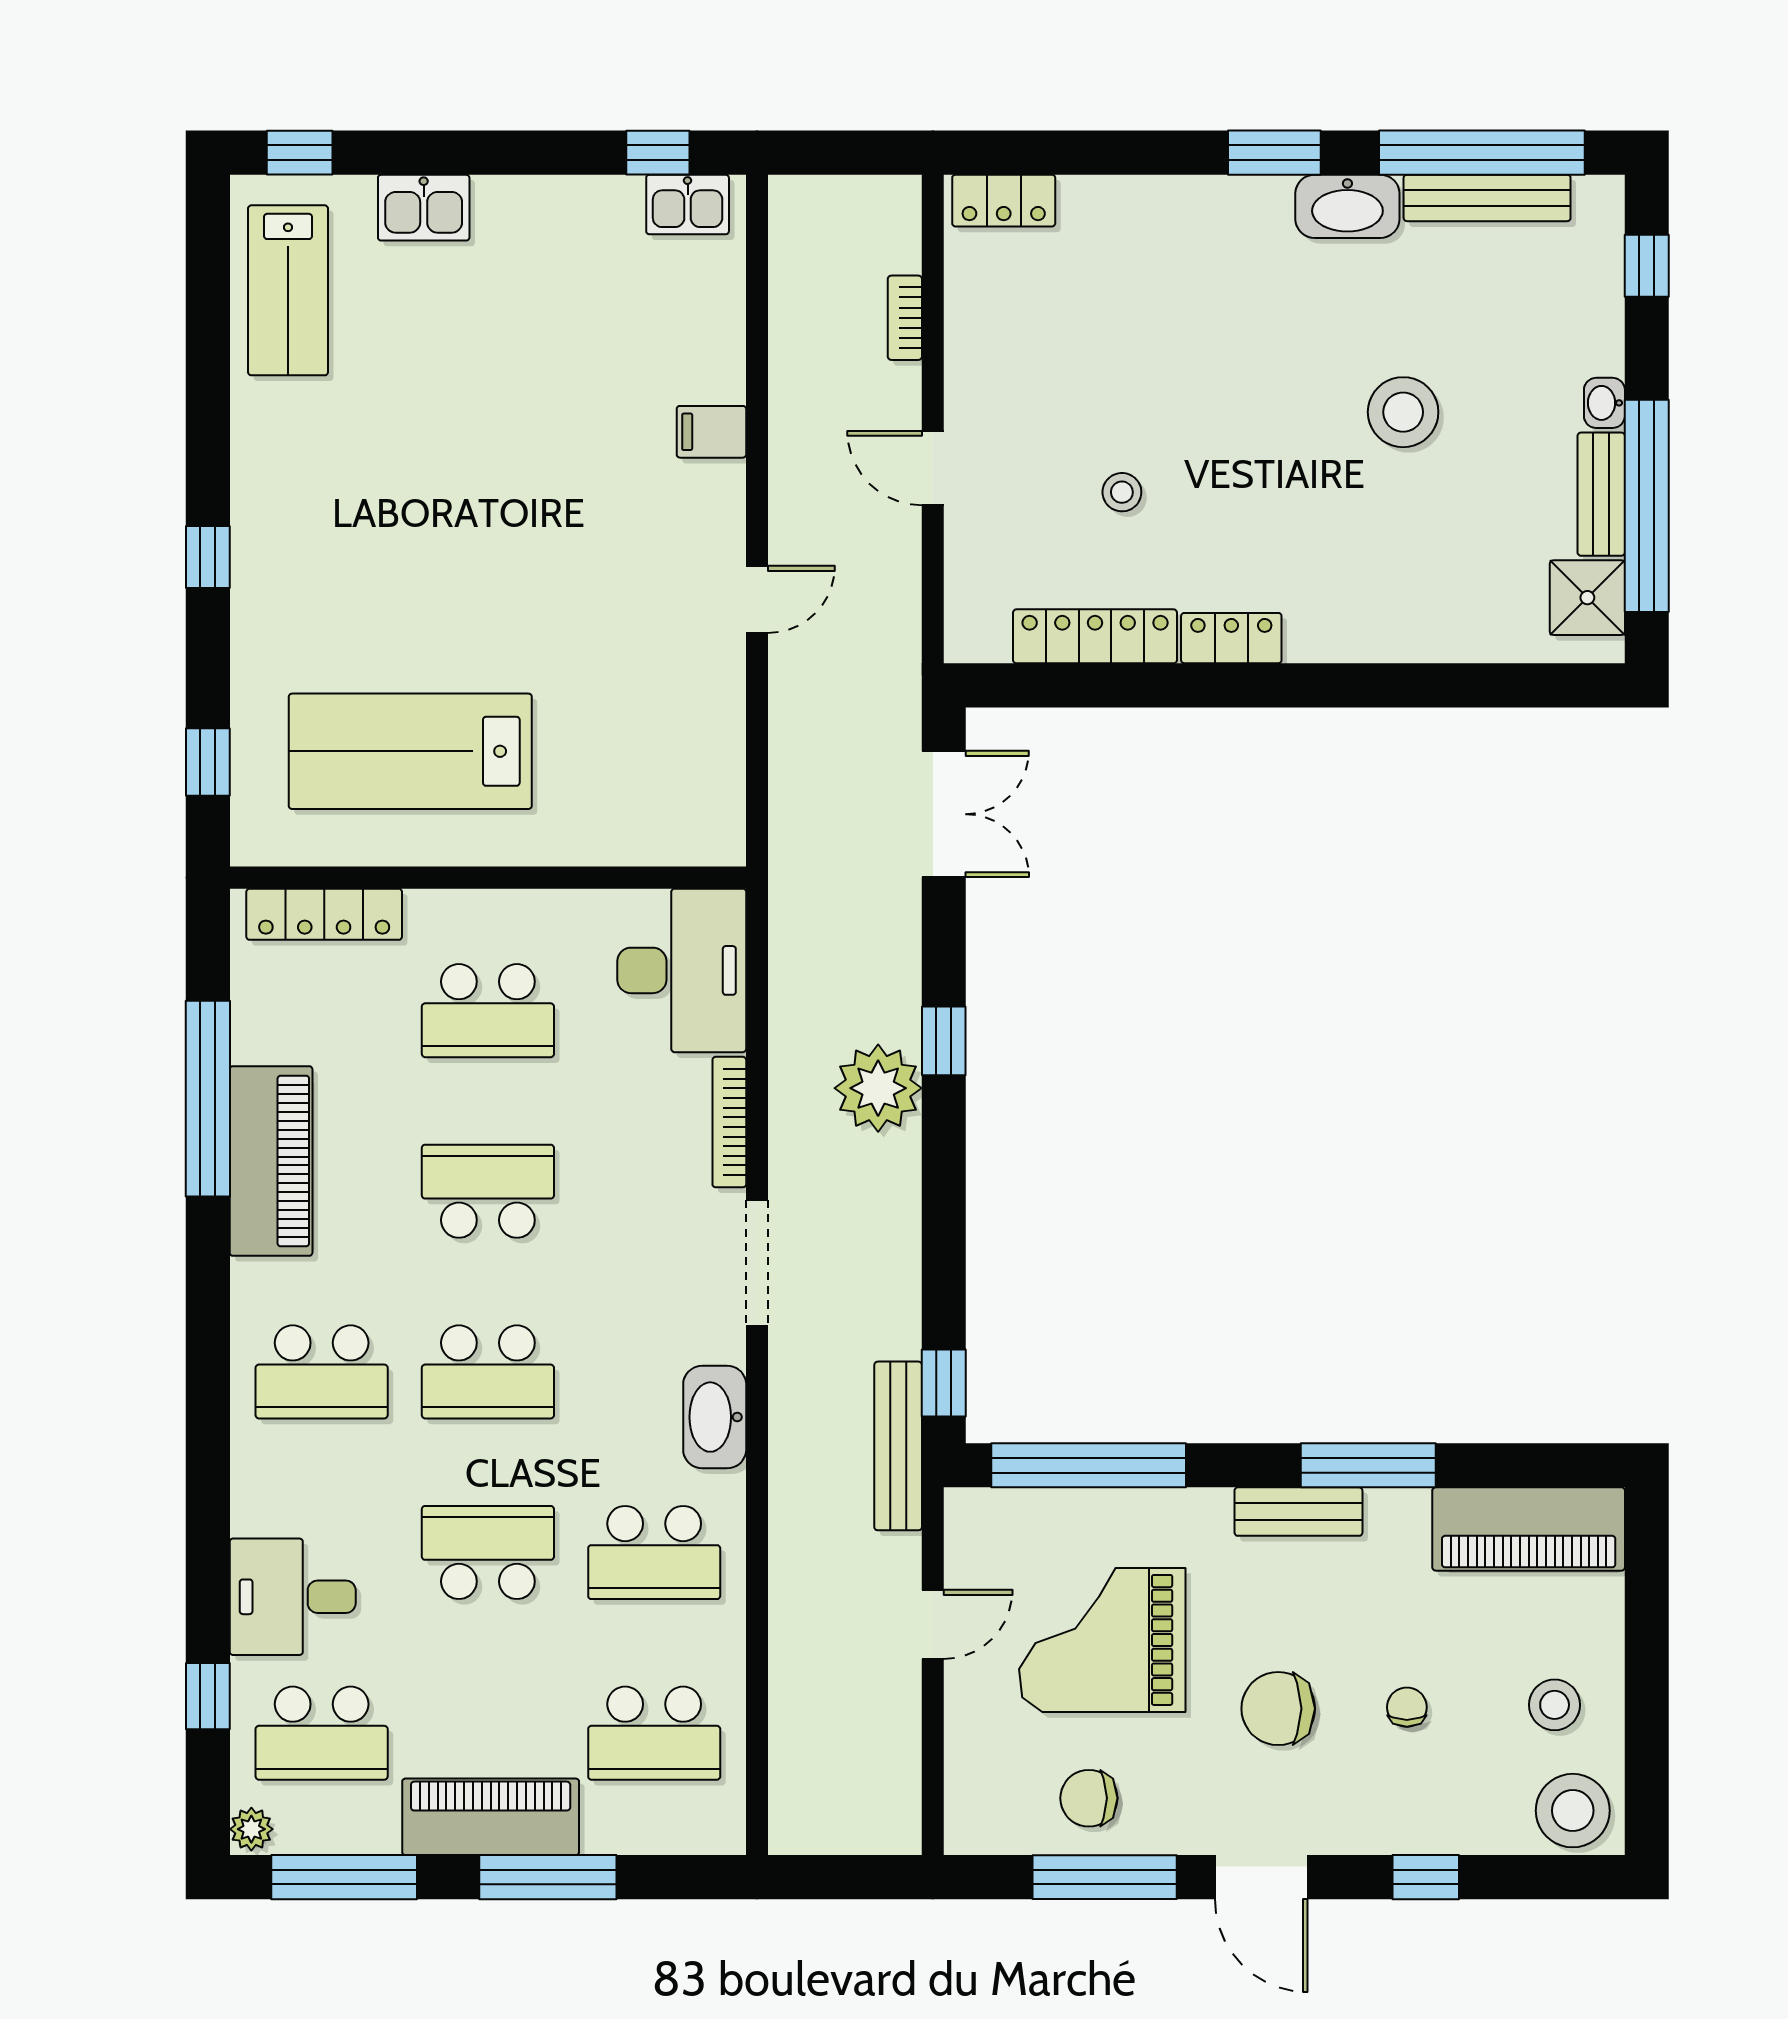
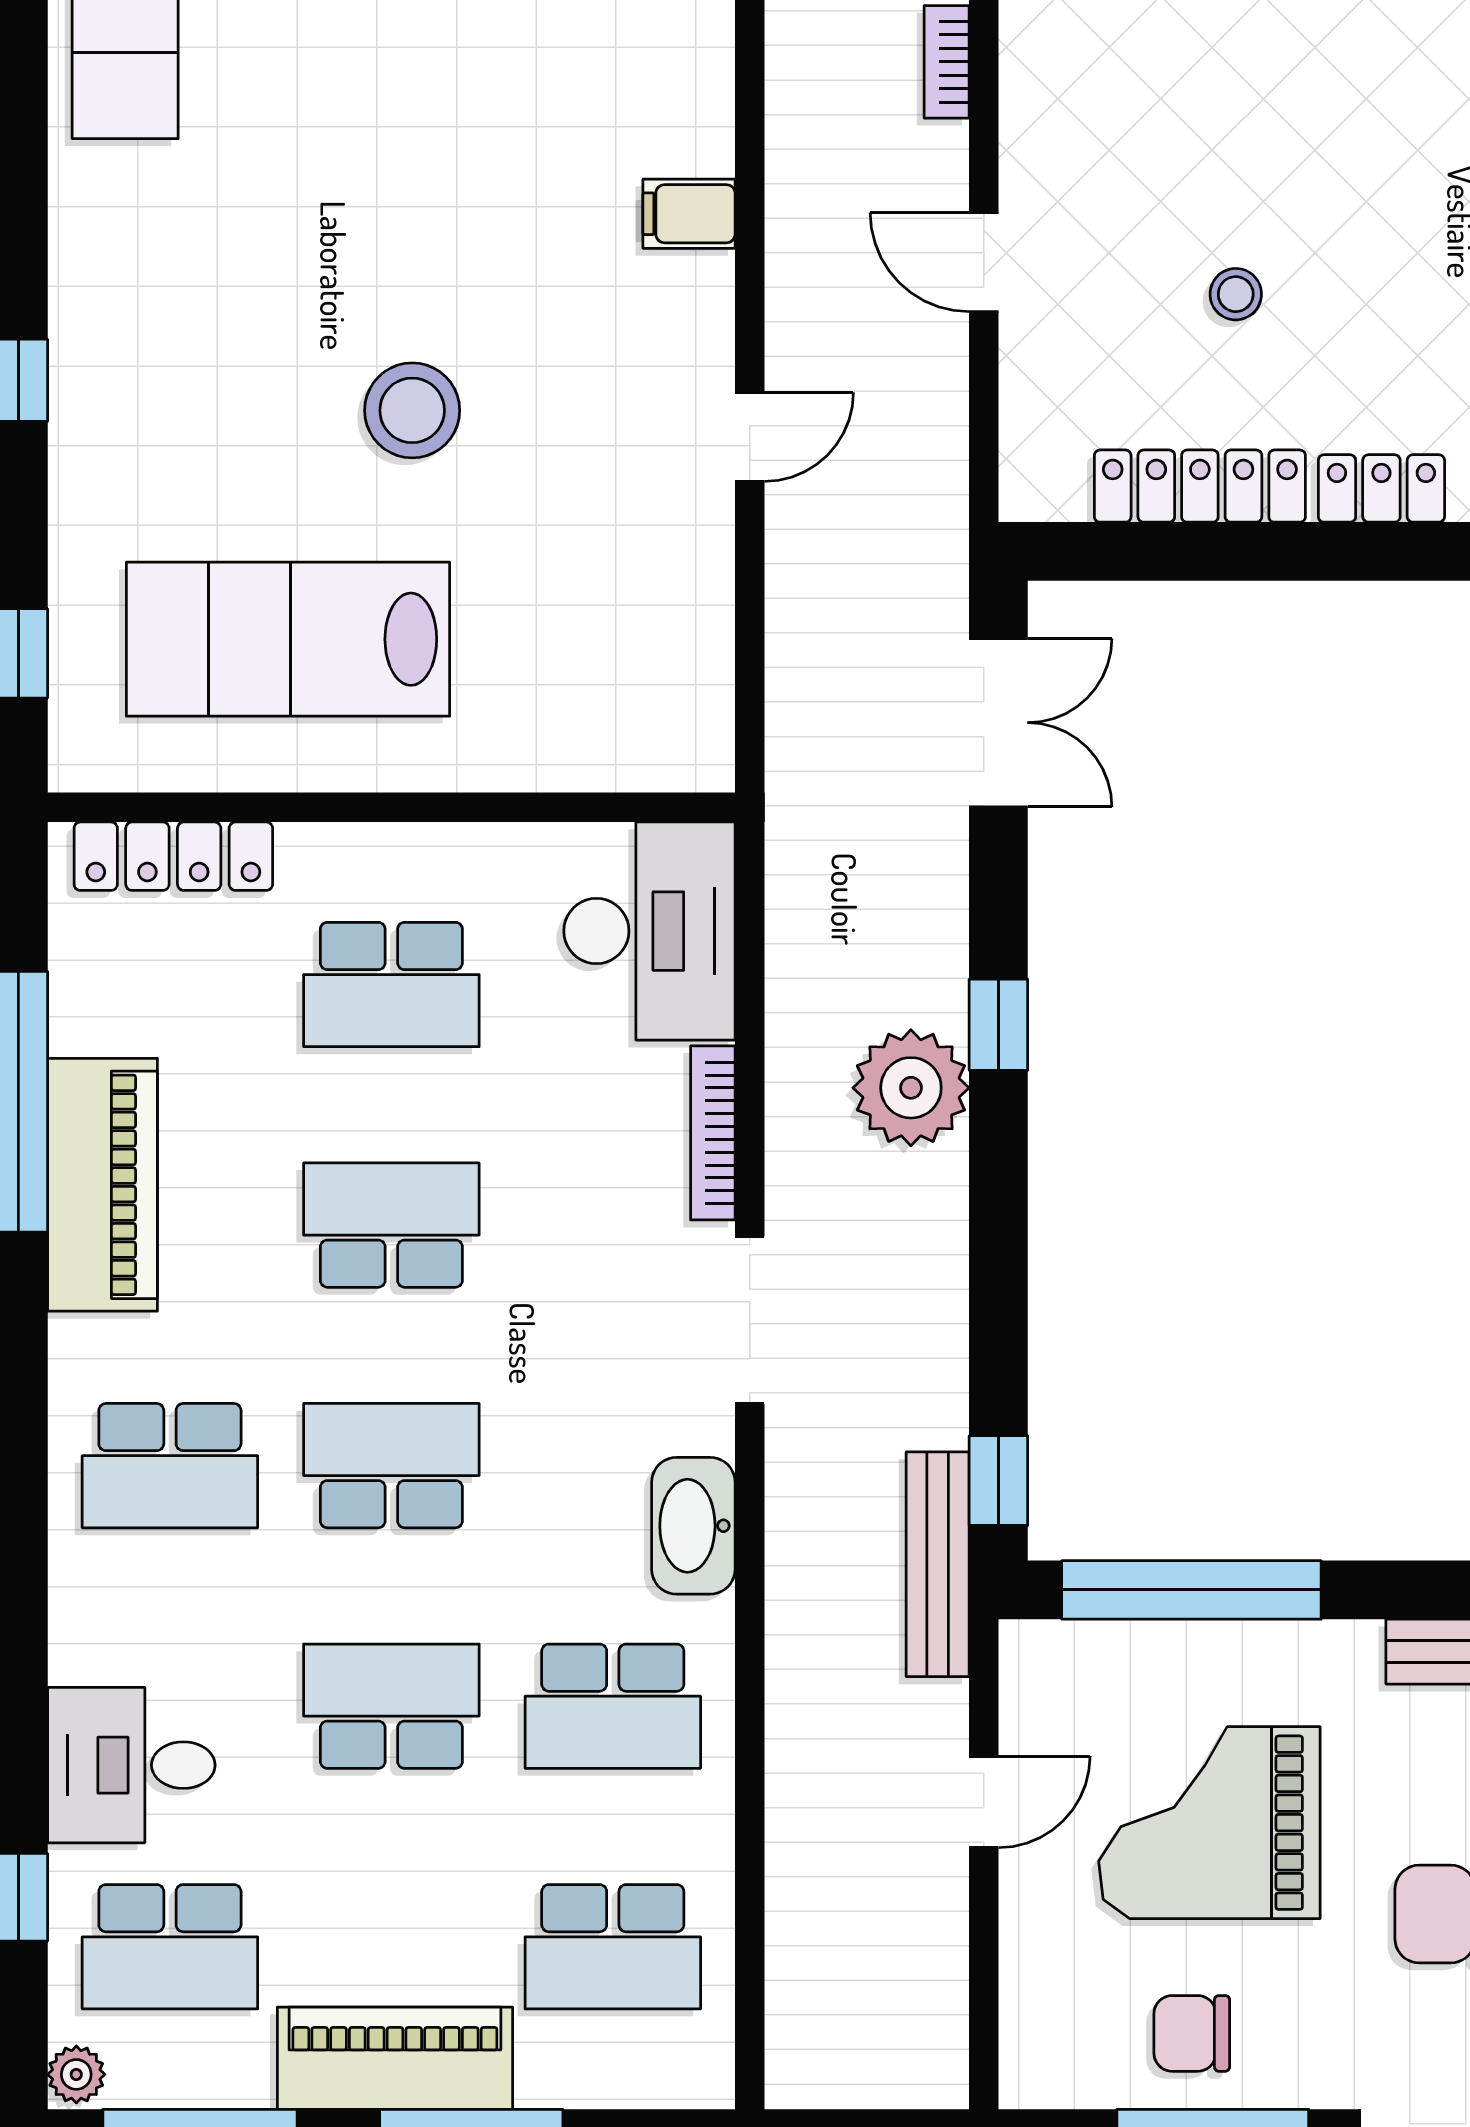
stool: (504, 579) -> (412, 410), added
school desk: (488, 1372) -> (391, 1466), turned 180

